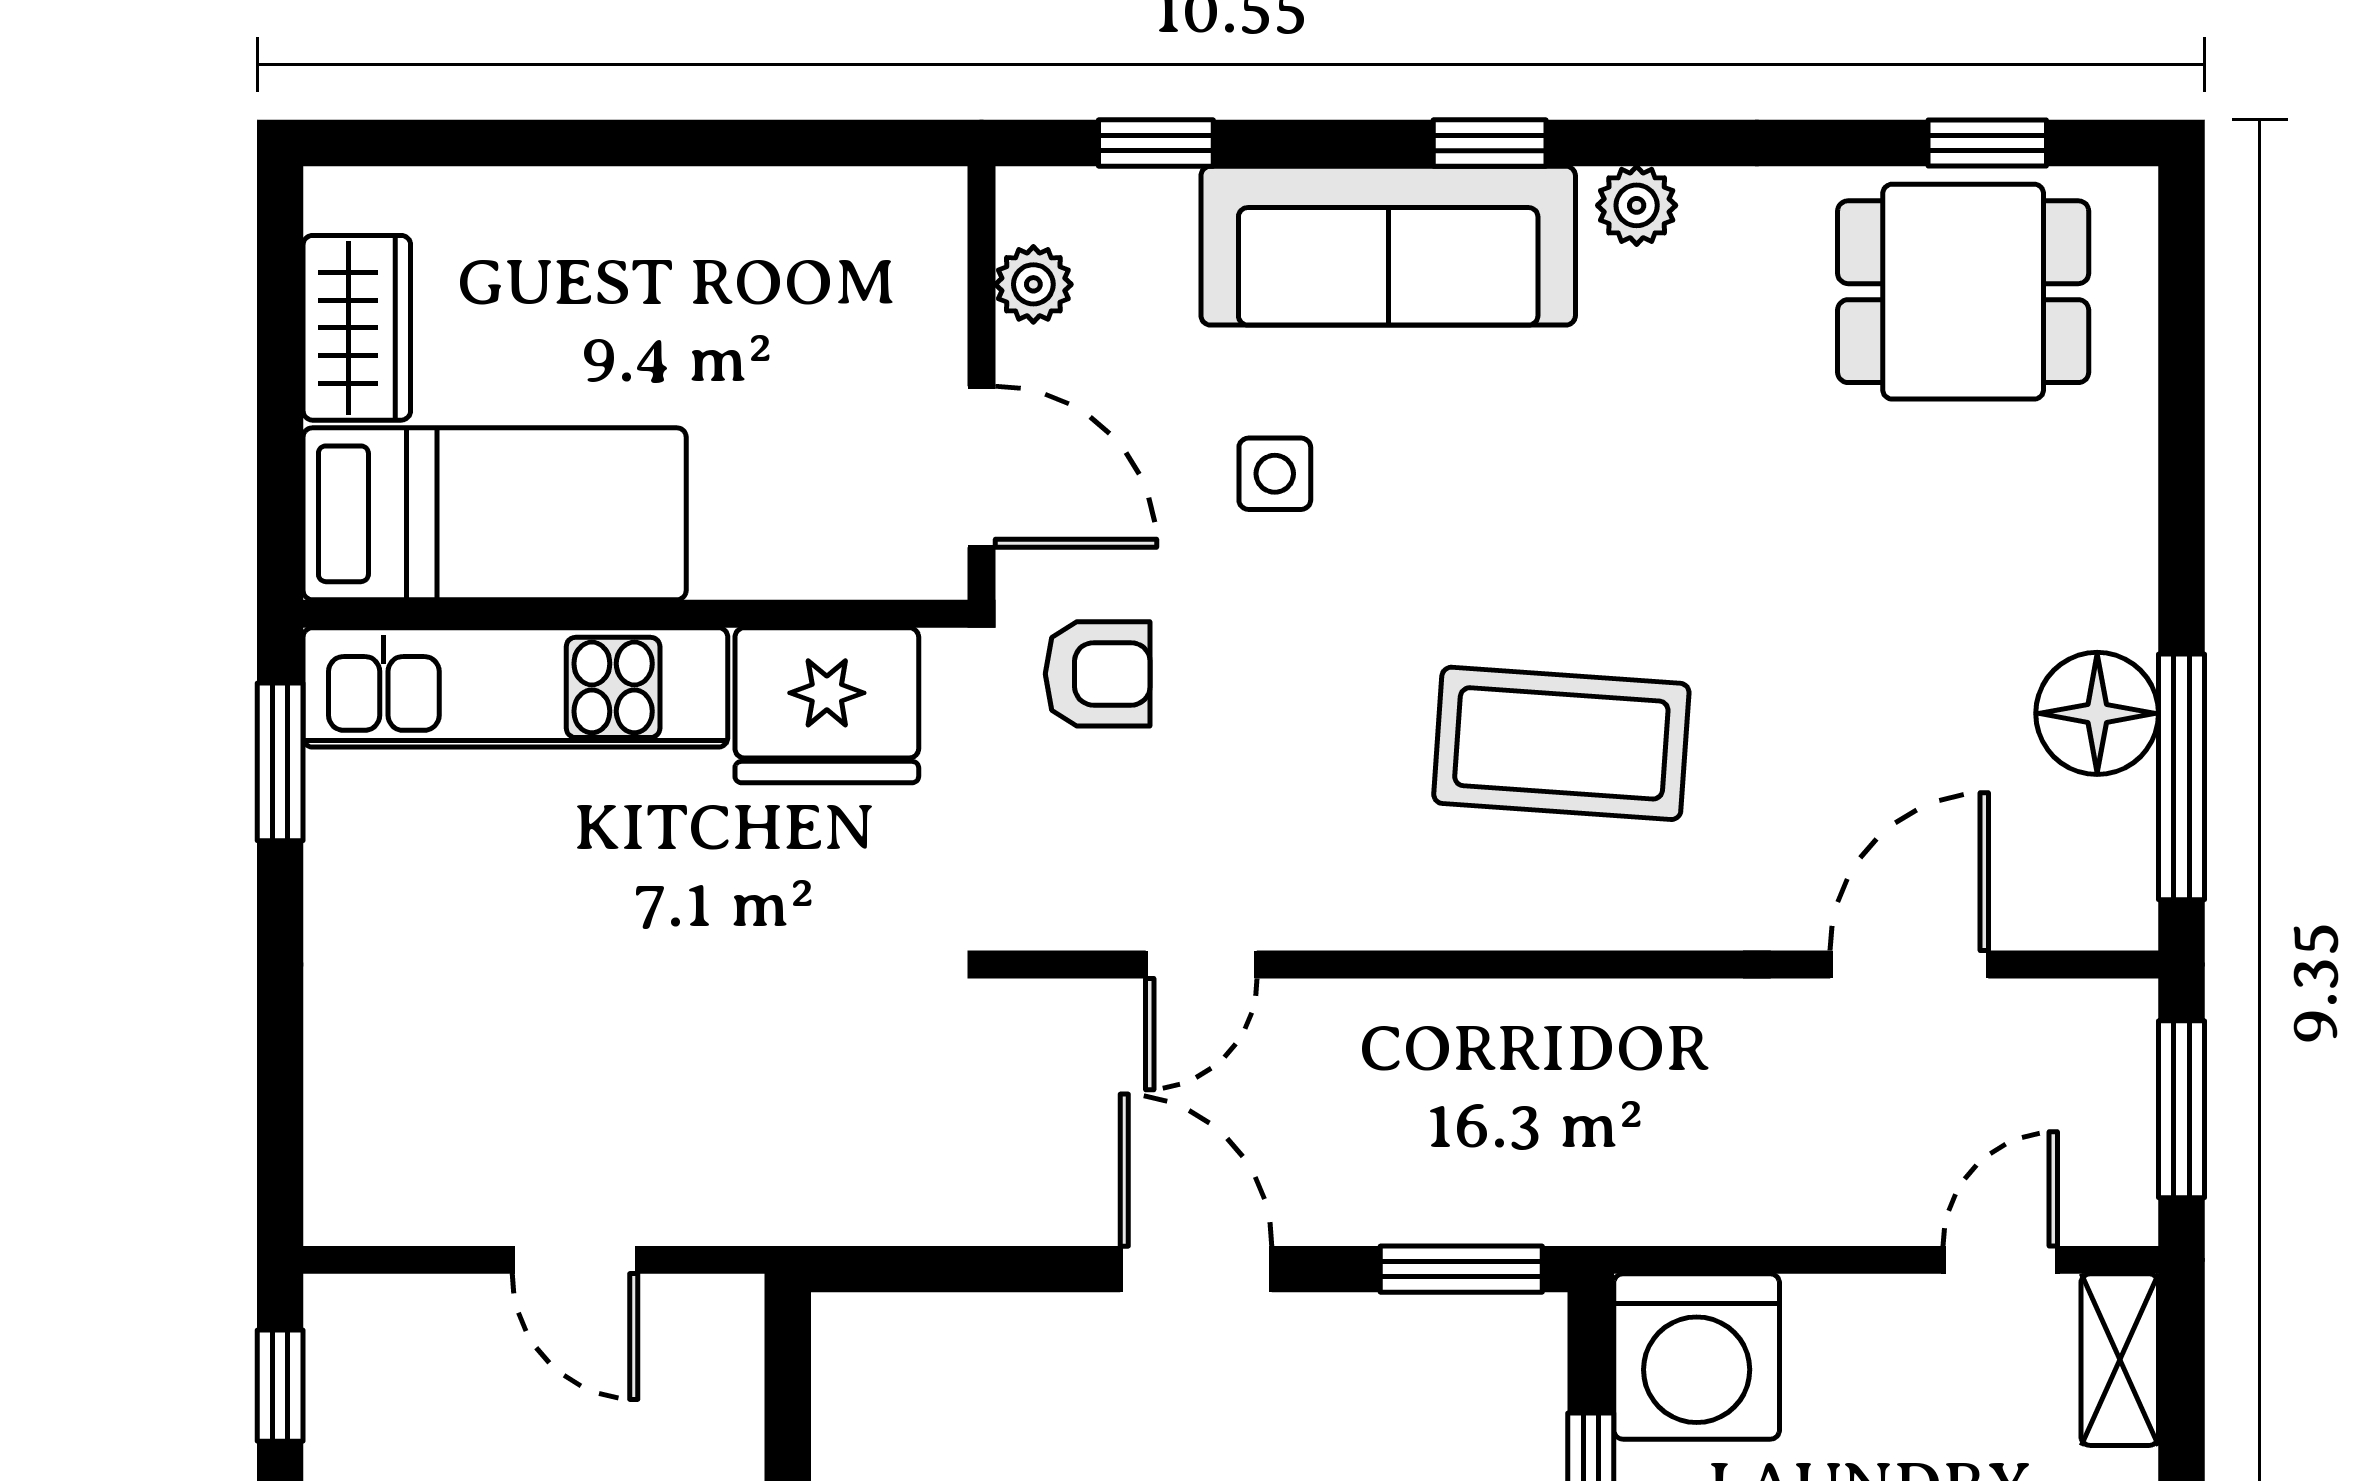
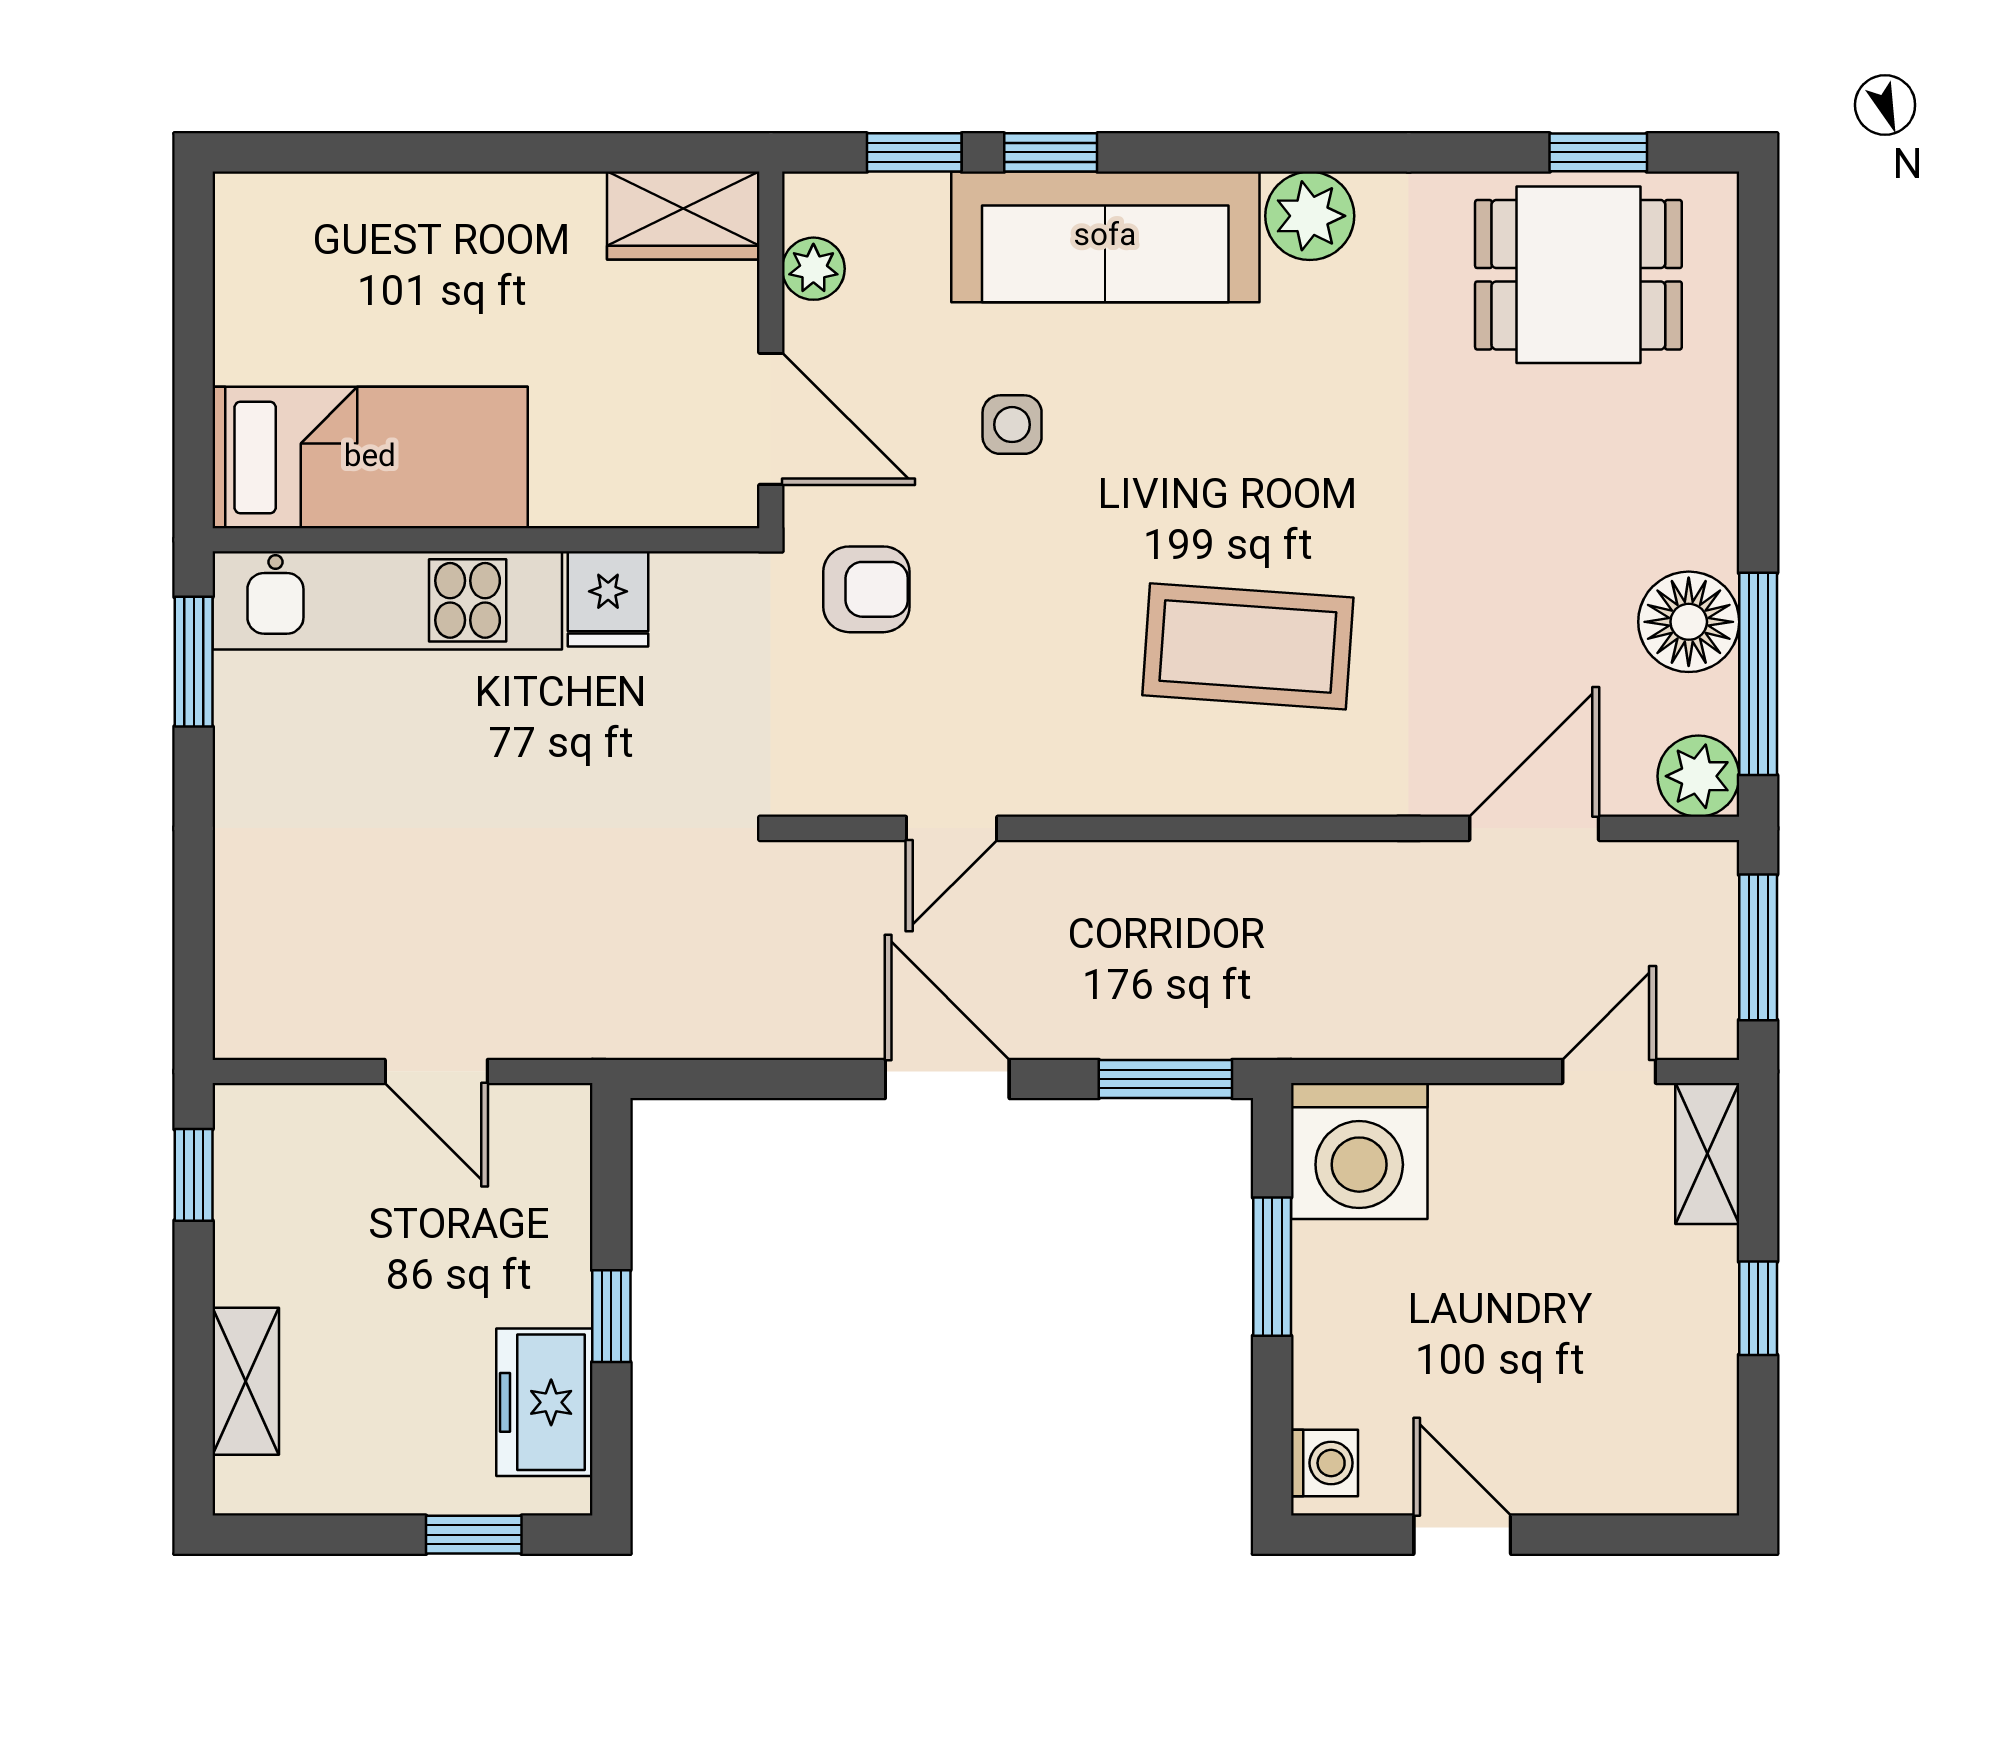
window: (1490, 143) -> (1051, 152), moved
plant: (1637, 205) -> (1310, 216), width x1.38, depth x1.38
wardrobe: (357, 328) -> (683, 216), moved, turned 90
fridge: (827, 705) -> (608, 599), width x0.53, depth x0.75
plant: (2109, 901) -> (1698, 776), added

